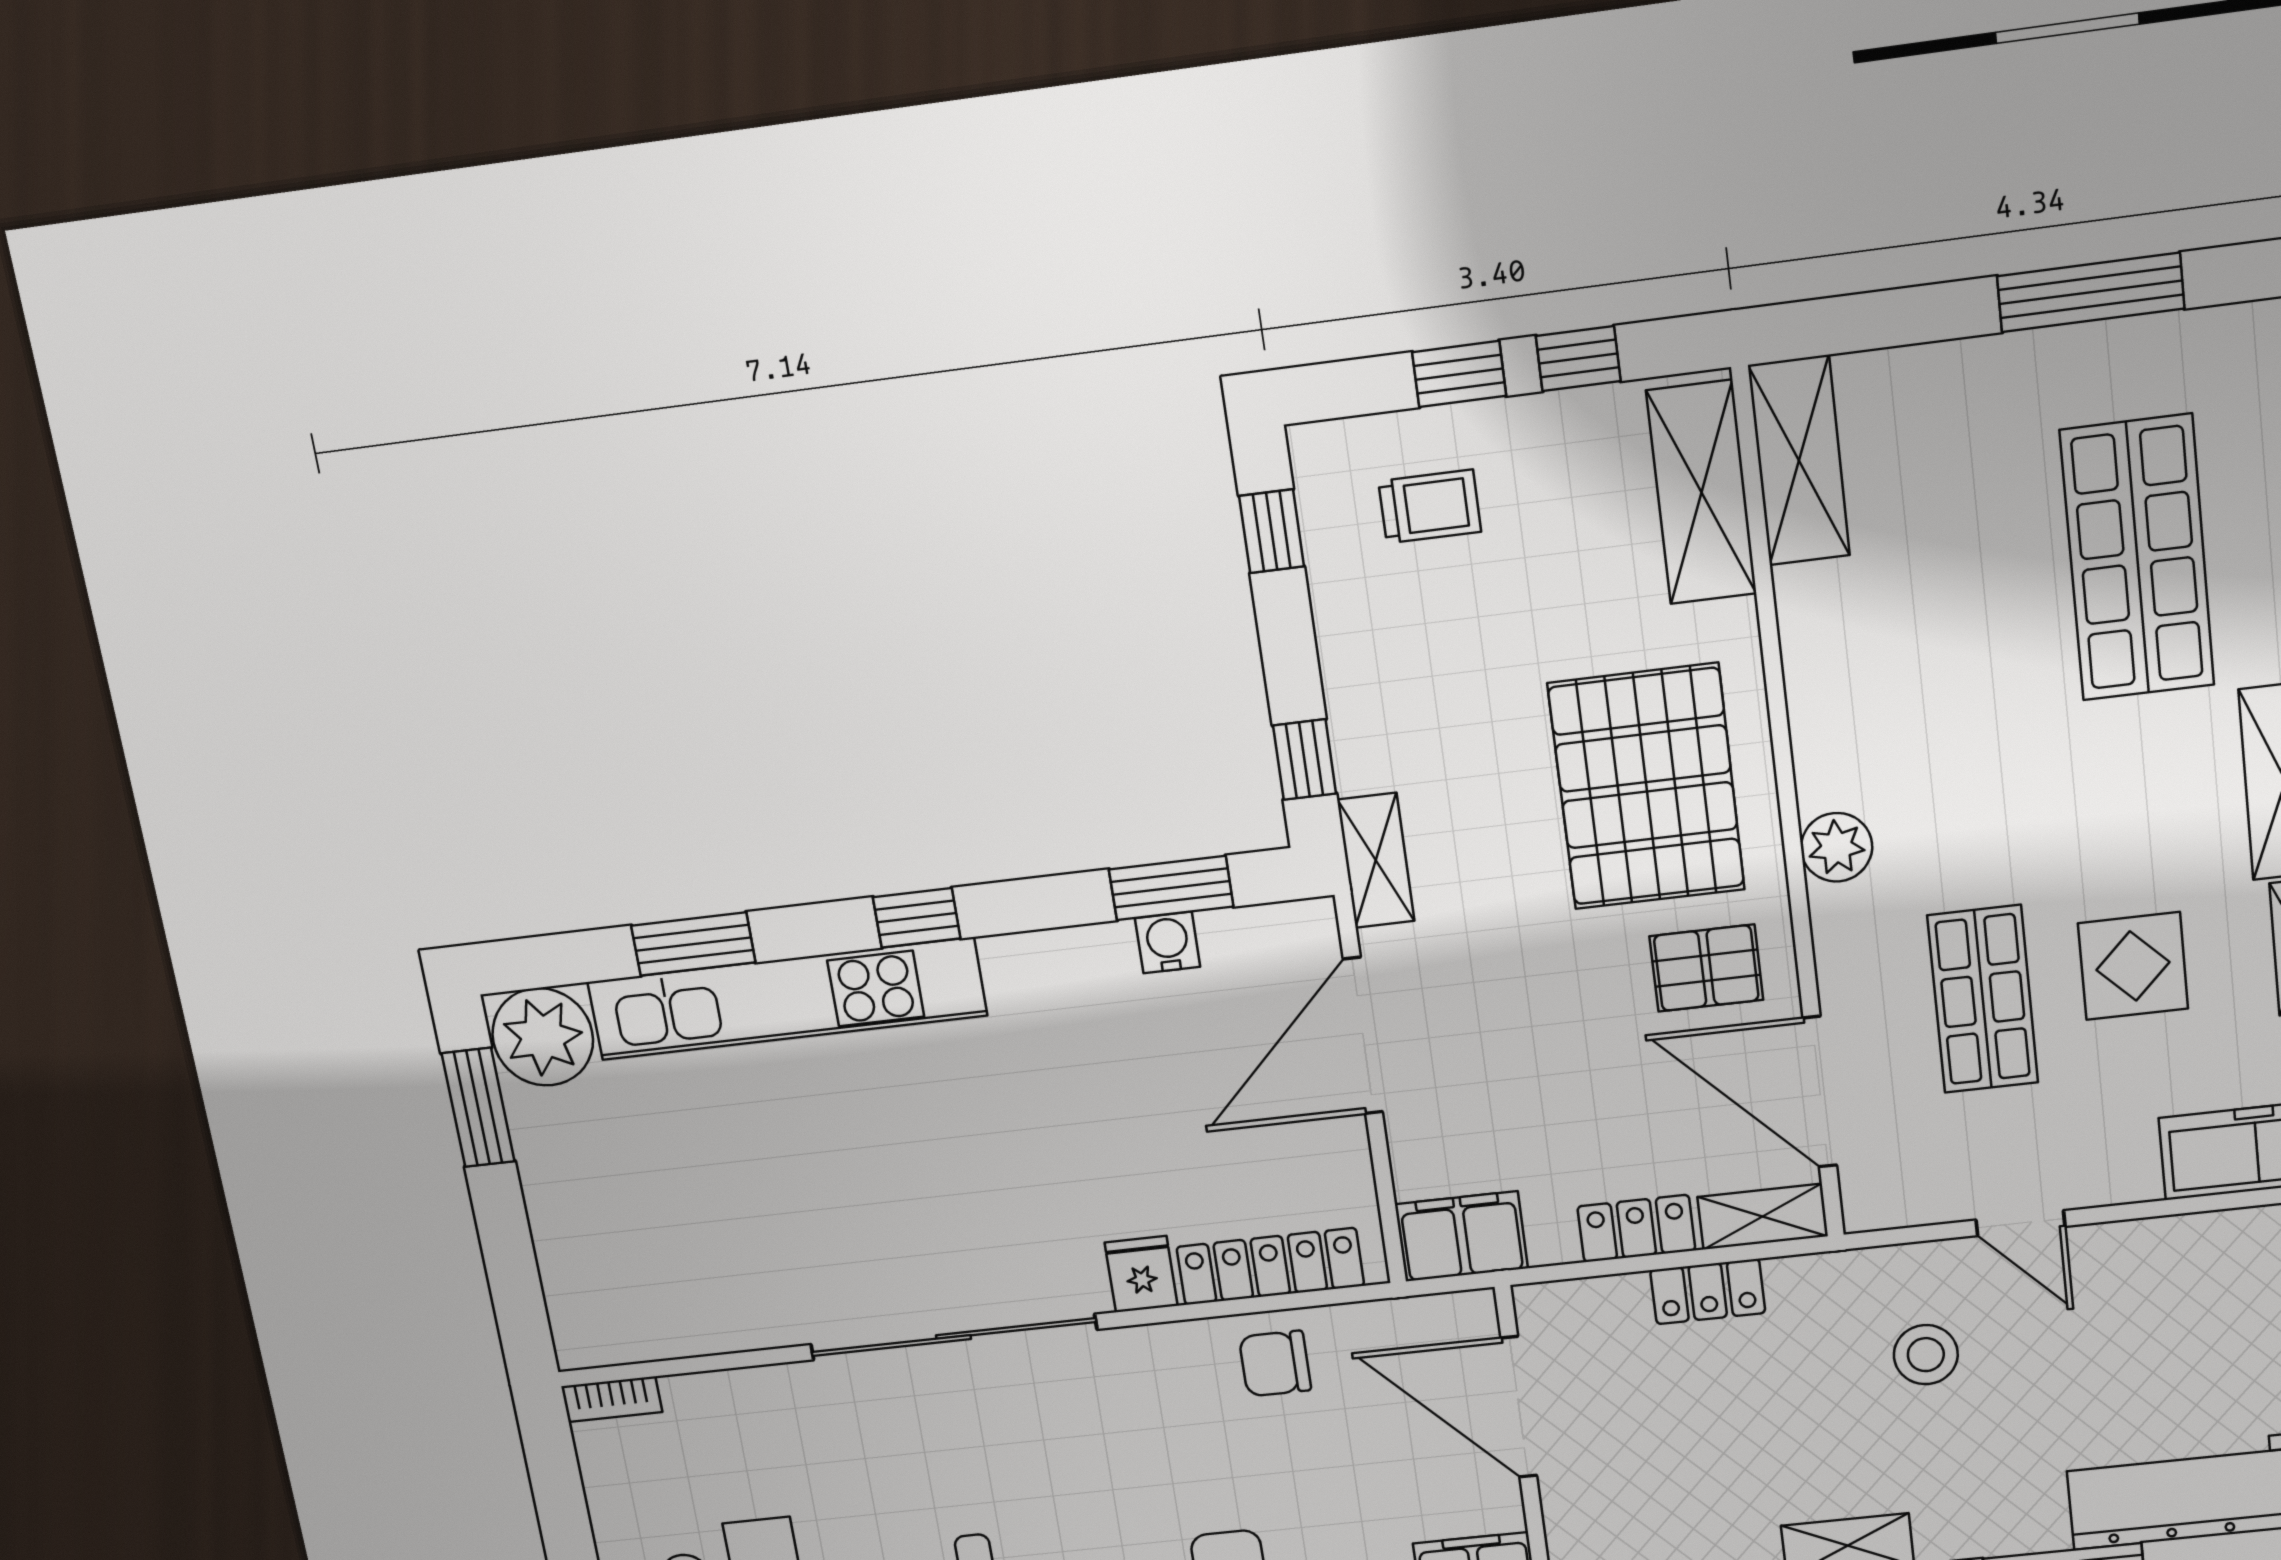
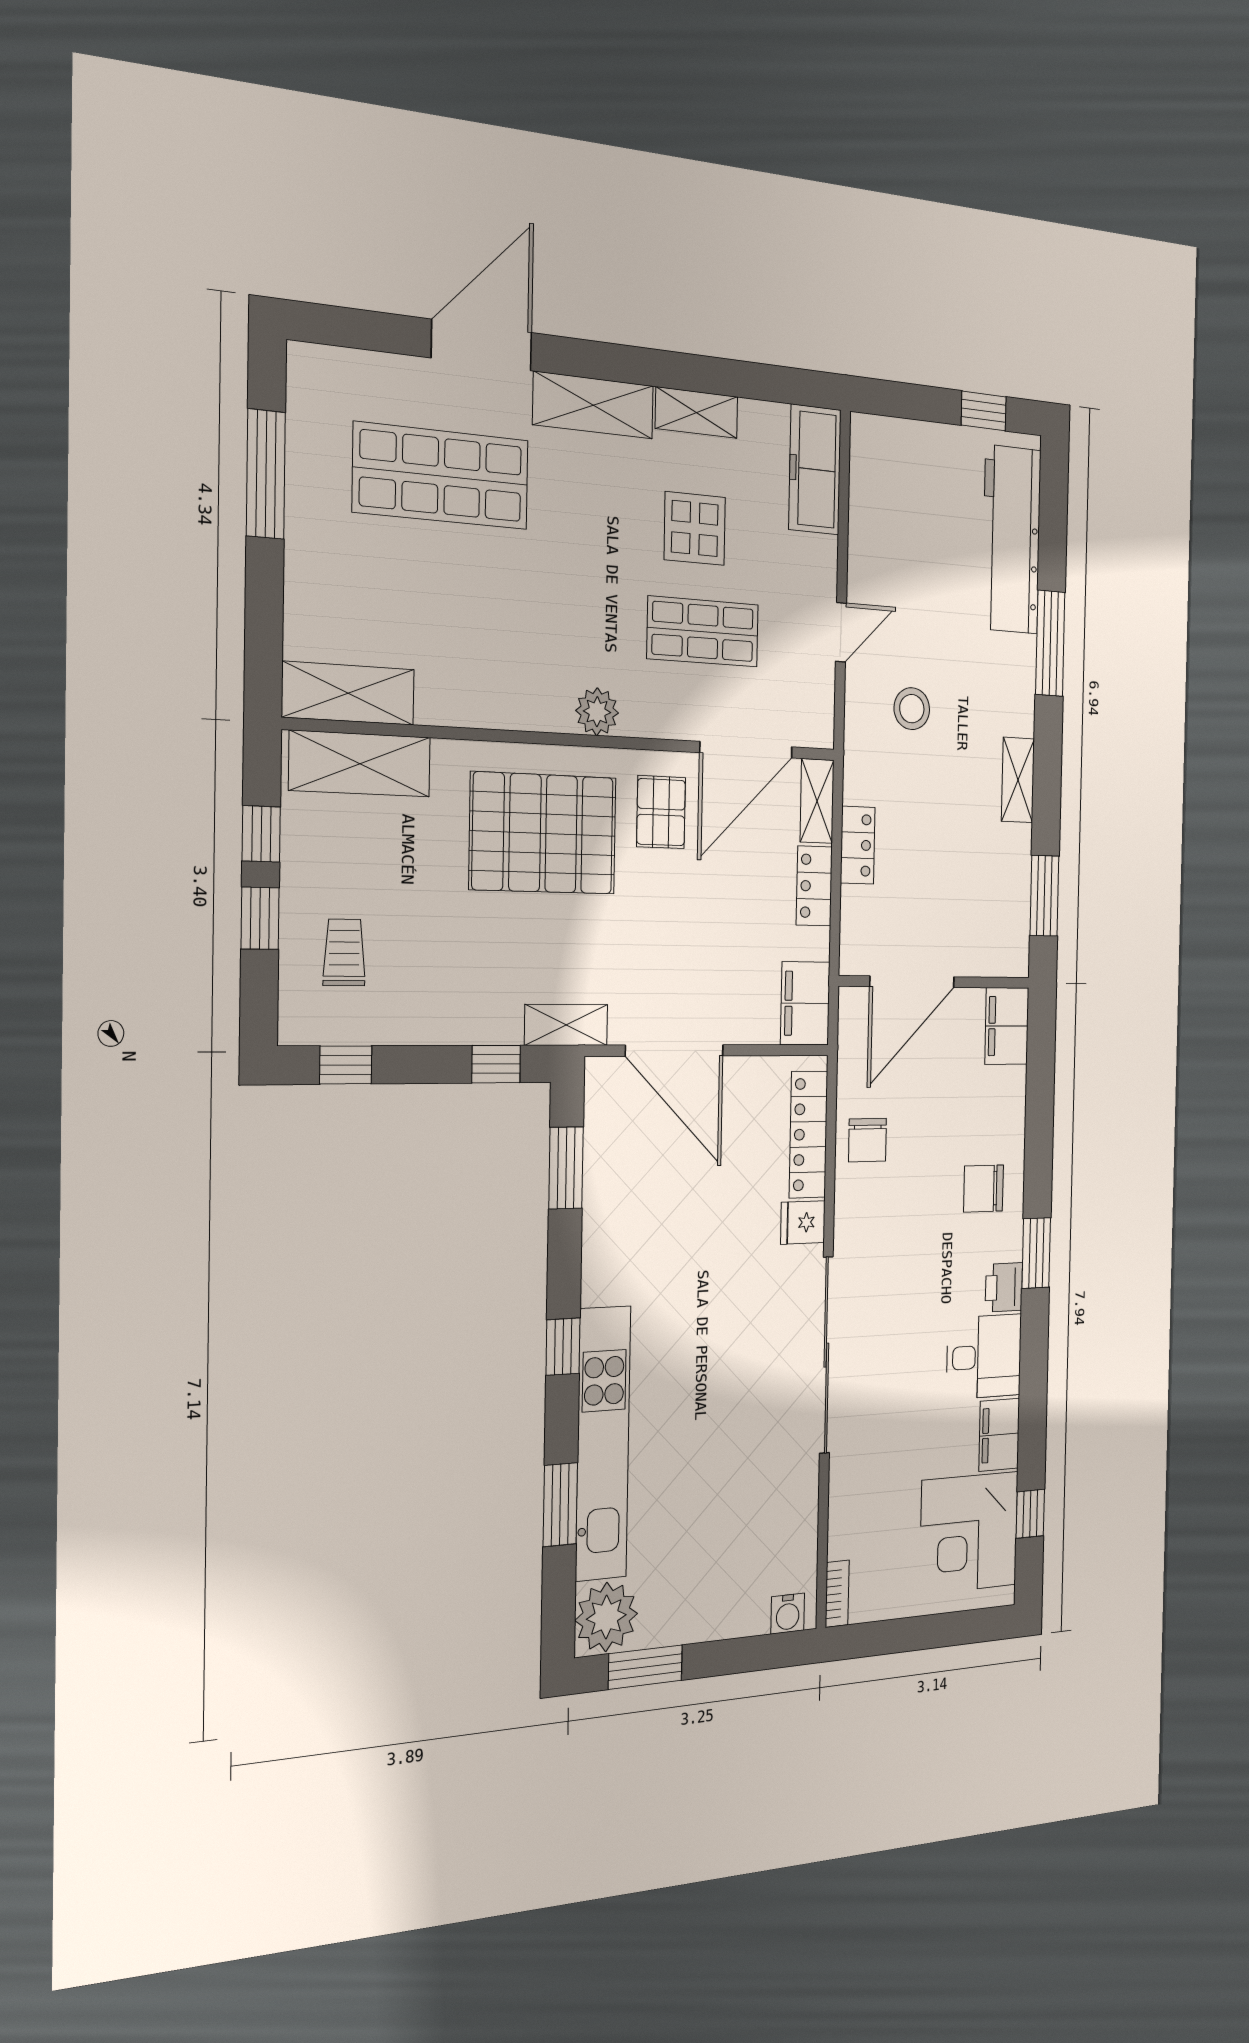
water cooler: (1168, 942) -> (788, 1614), moved, turned -90

